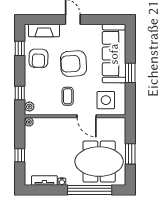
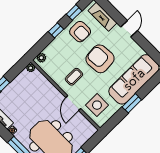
armchair: (39, 58) -> (80, 32), turned -92
window: (20, 93) -> (56, 30), moved

